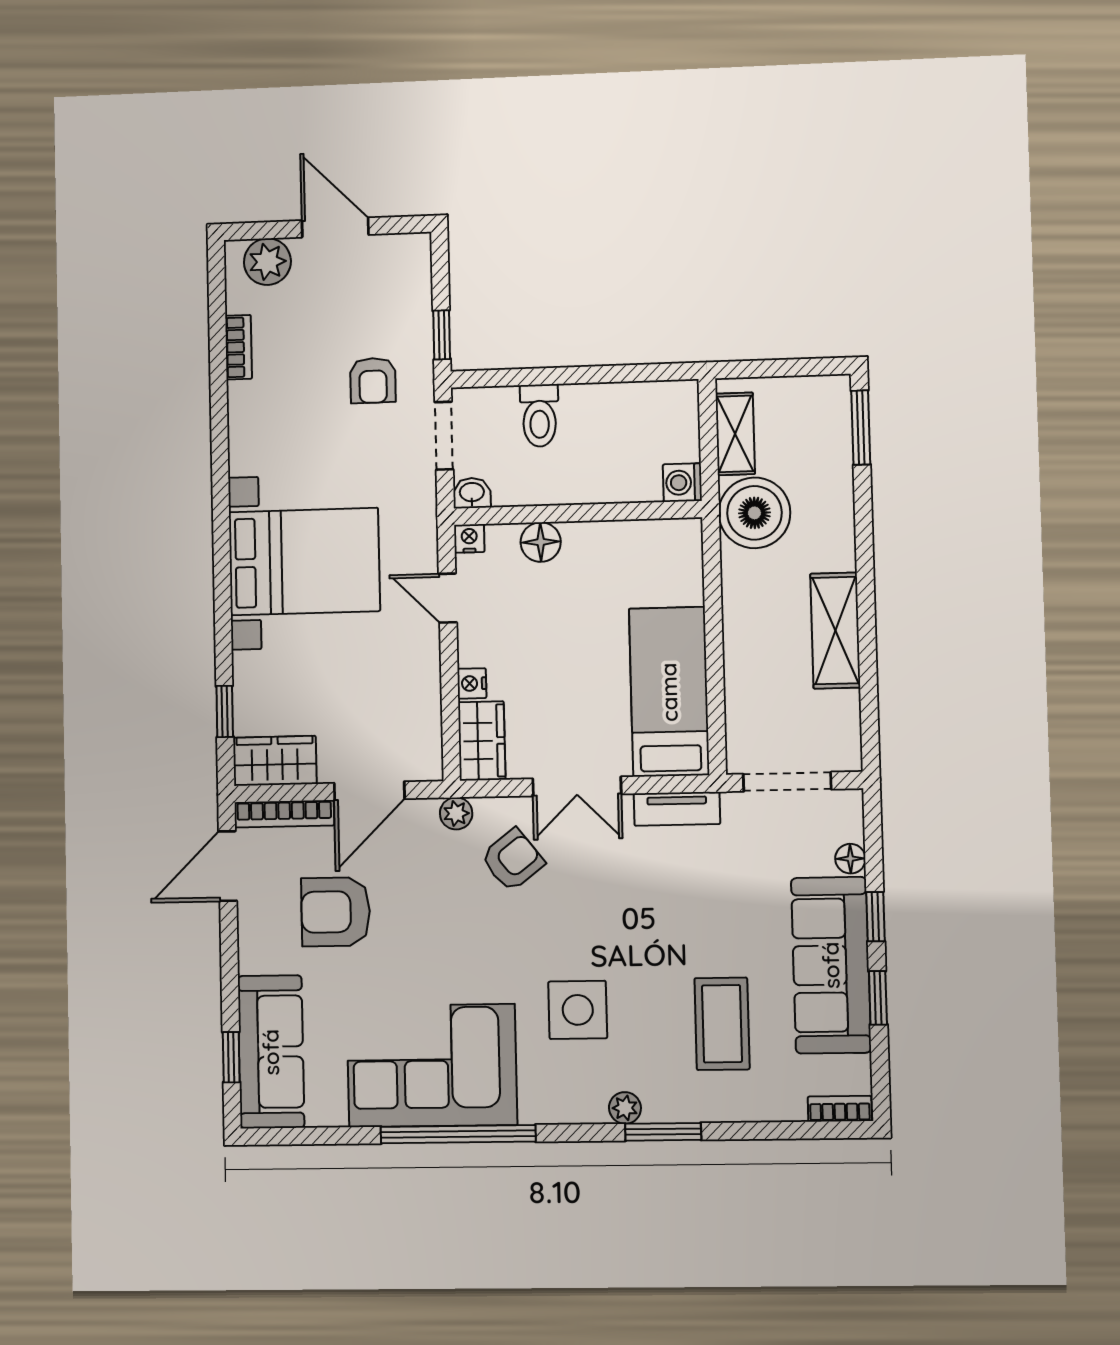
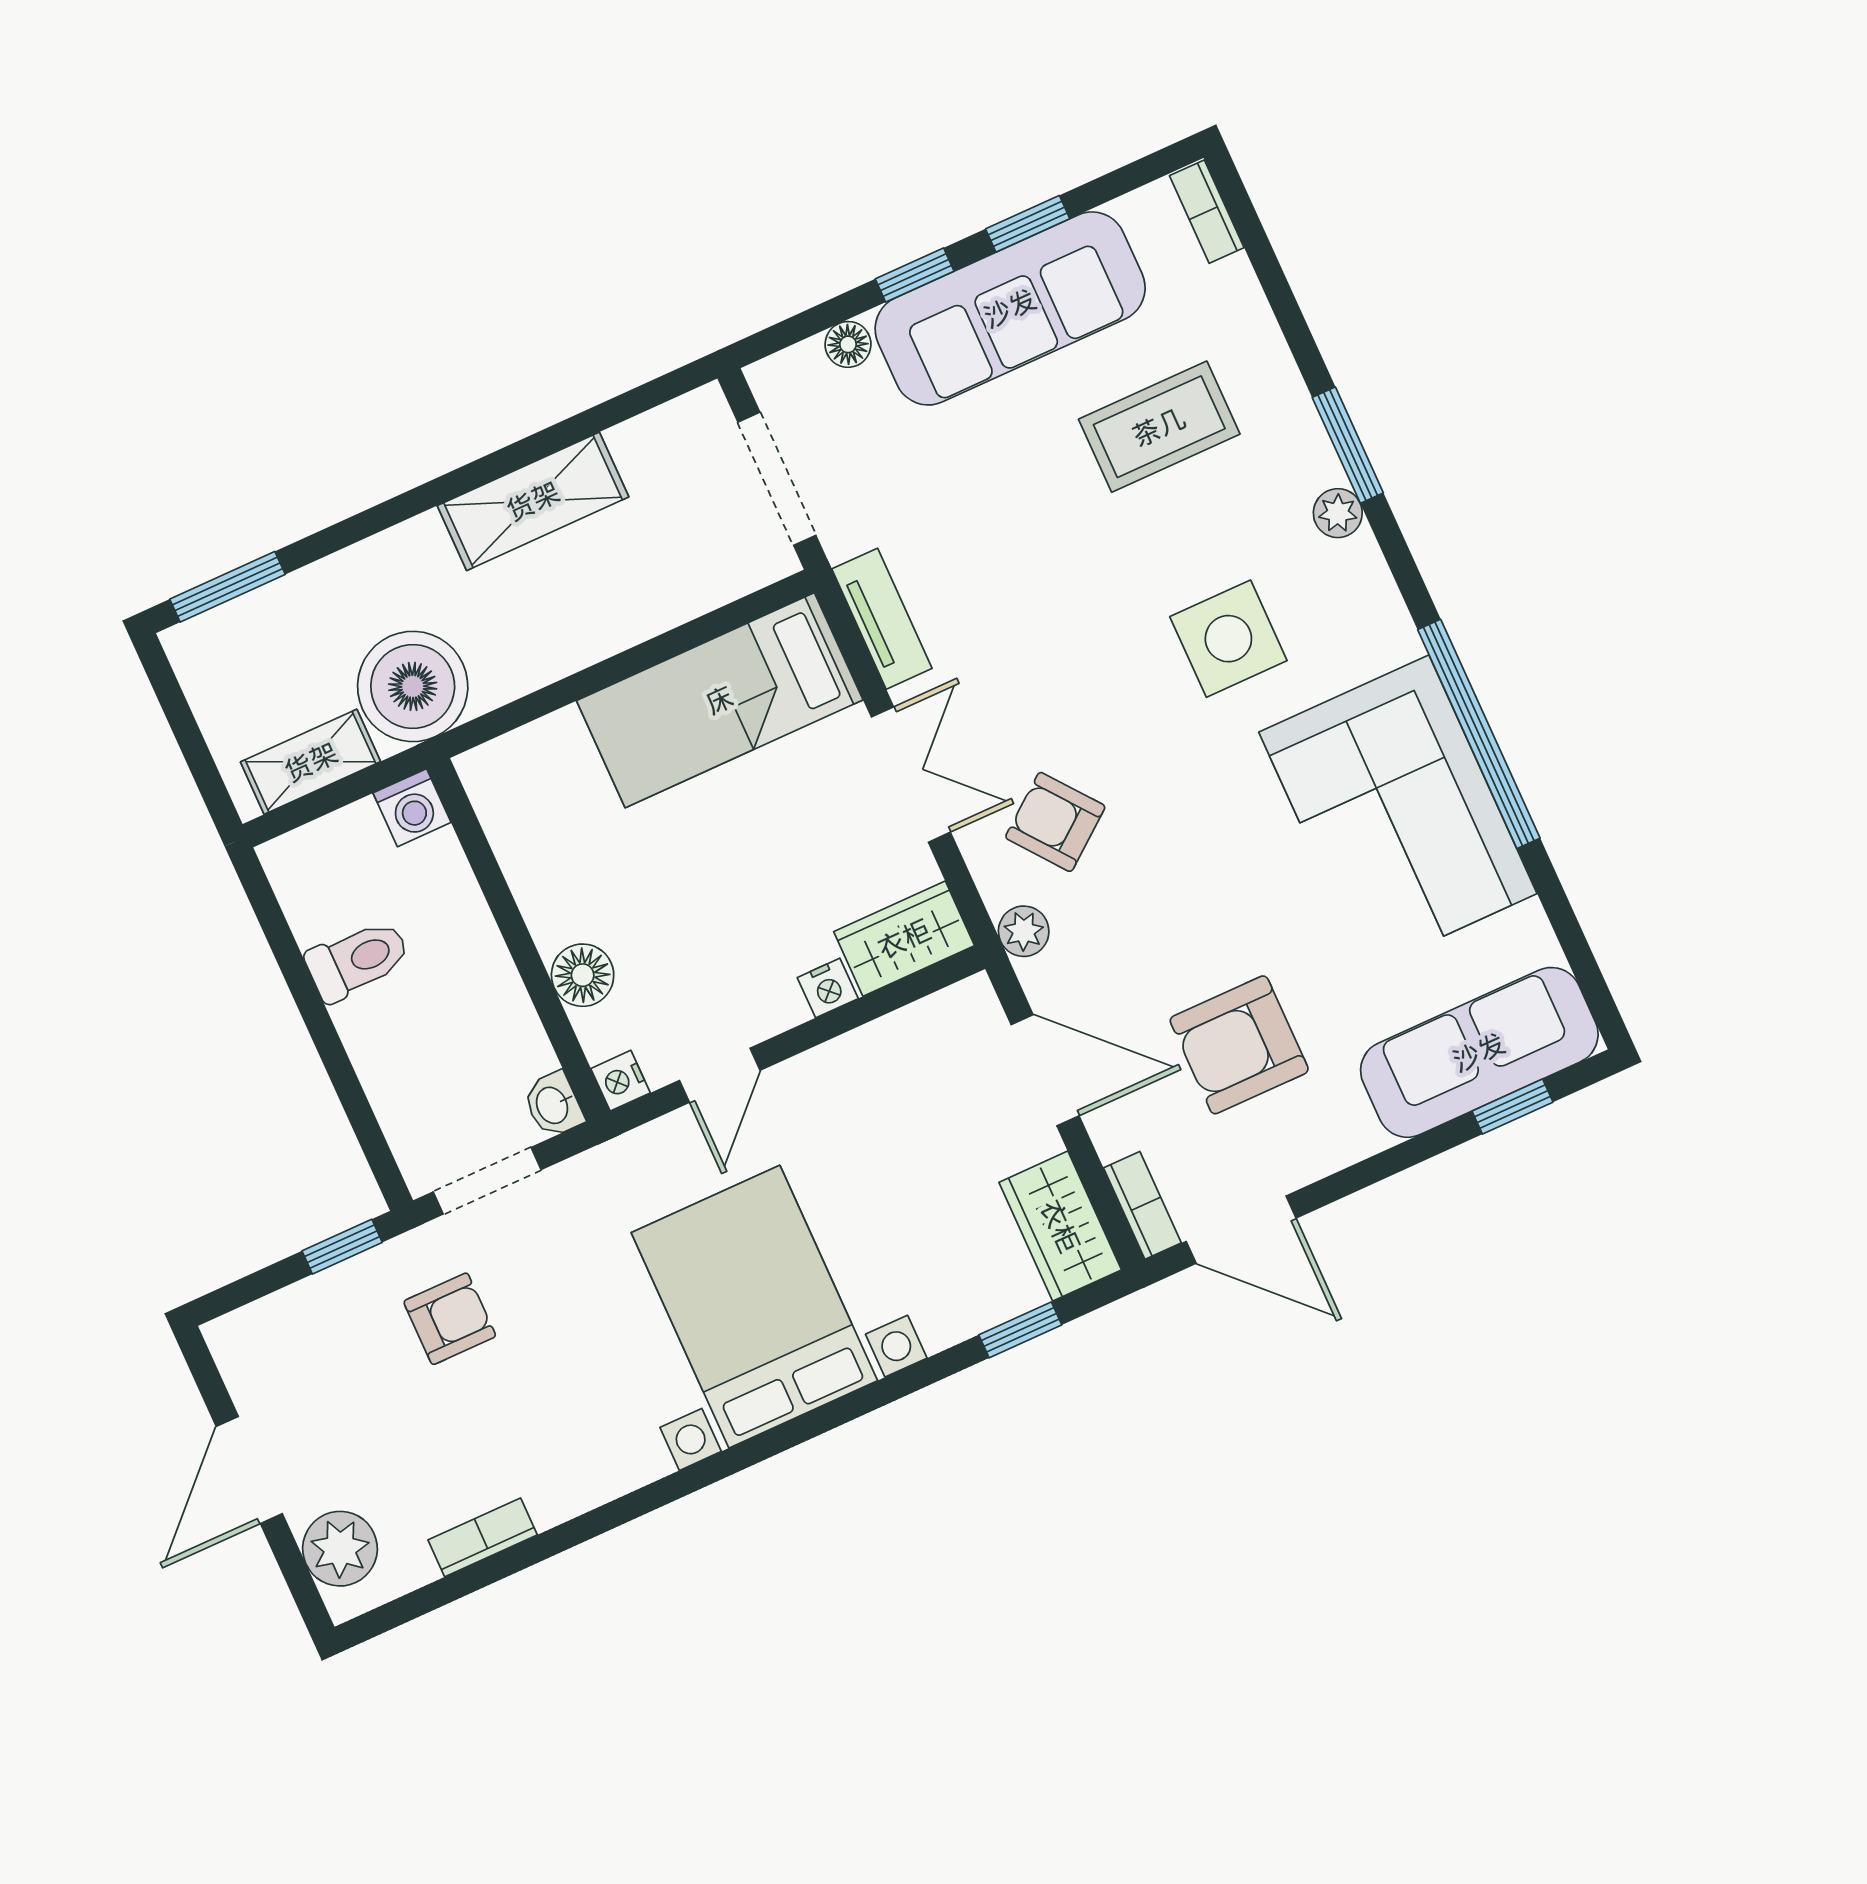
toilet: (539, 416) -> (358, 960), moved
bookcase: (284, 814) -> (1142, 1205), width x0.64
armchair: (336, 912) -> (1239, 1045), turned 90

